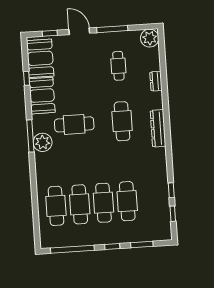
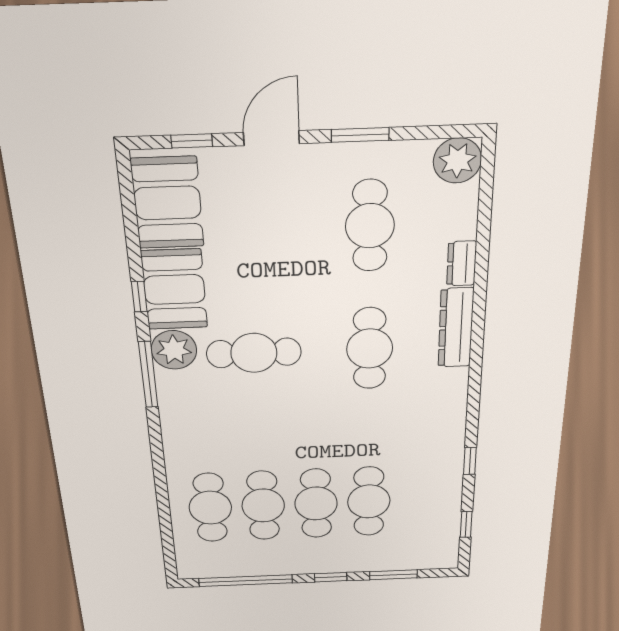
window: (112, 29) -> (360, 135), width x0.69
door: (79, 31) -> (271, 138), hinge flipped
cafe table: (118, 66) -> (370, 226), width x1.37, depth x1.35
window: (27, 78) -> (139, 297), moved
dresser: (158, 128) -> (456, 328), moved
plant: (43, 142) -> (174, 350), moved
window: (171, 190) -> (470, 461), moved

